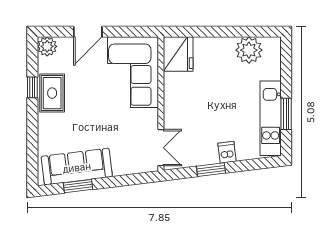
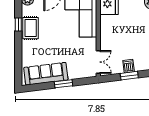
dishwasher: (227, 152) -> (129, 66), moved
window: (78, 186) -> (63, 84), moved

